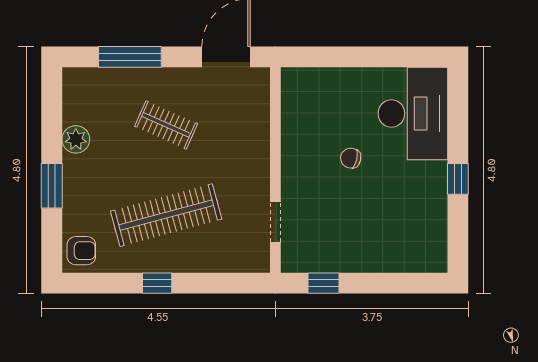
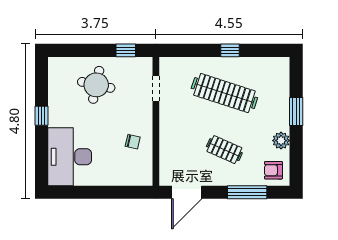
chair: (351, 158) -> (133, 142), moved
clothes rail: (166, 215) -> (224, 93), turned 33
round table: (371, 228) -> (96, 85), added
armchair: (81, 251) -> (273, 170), moved

